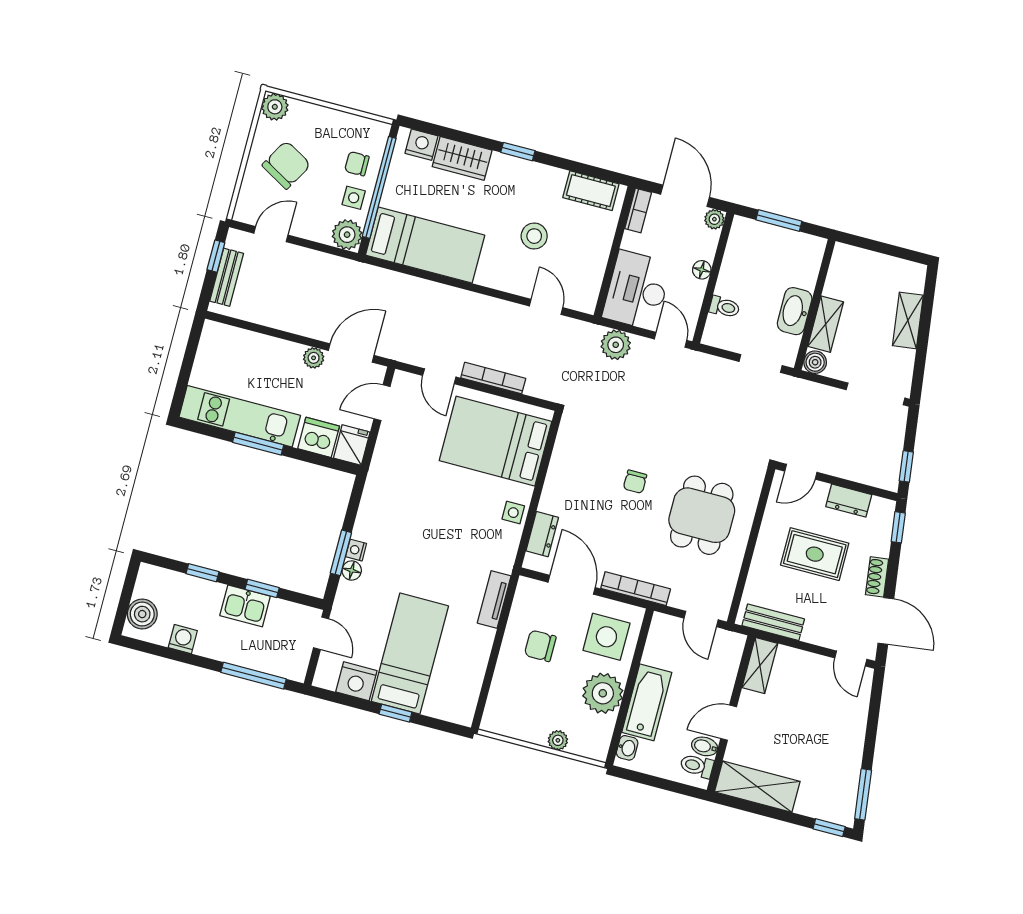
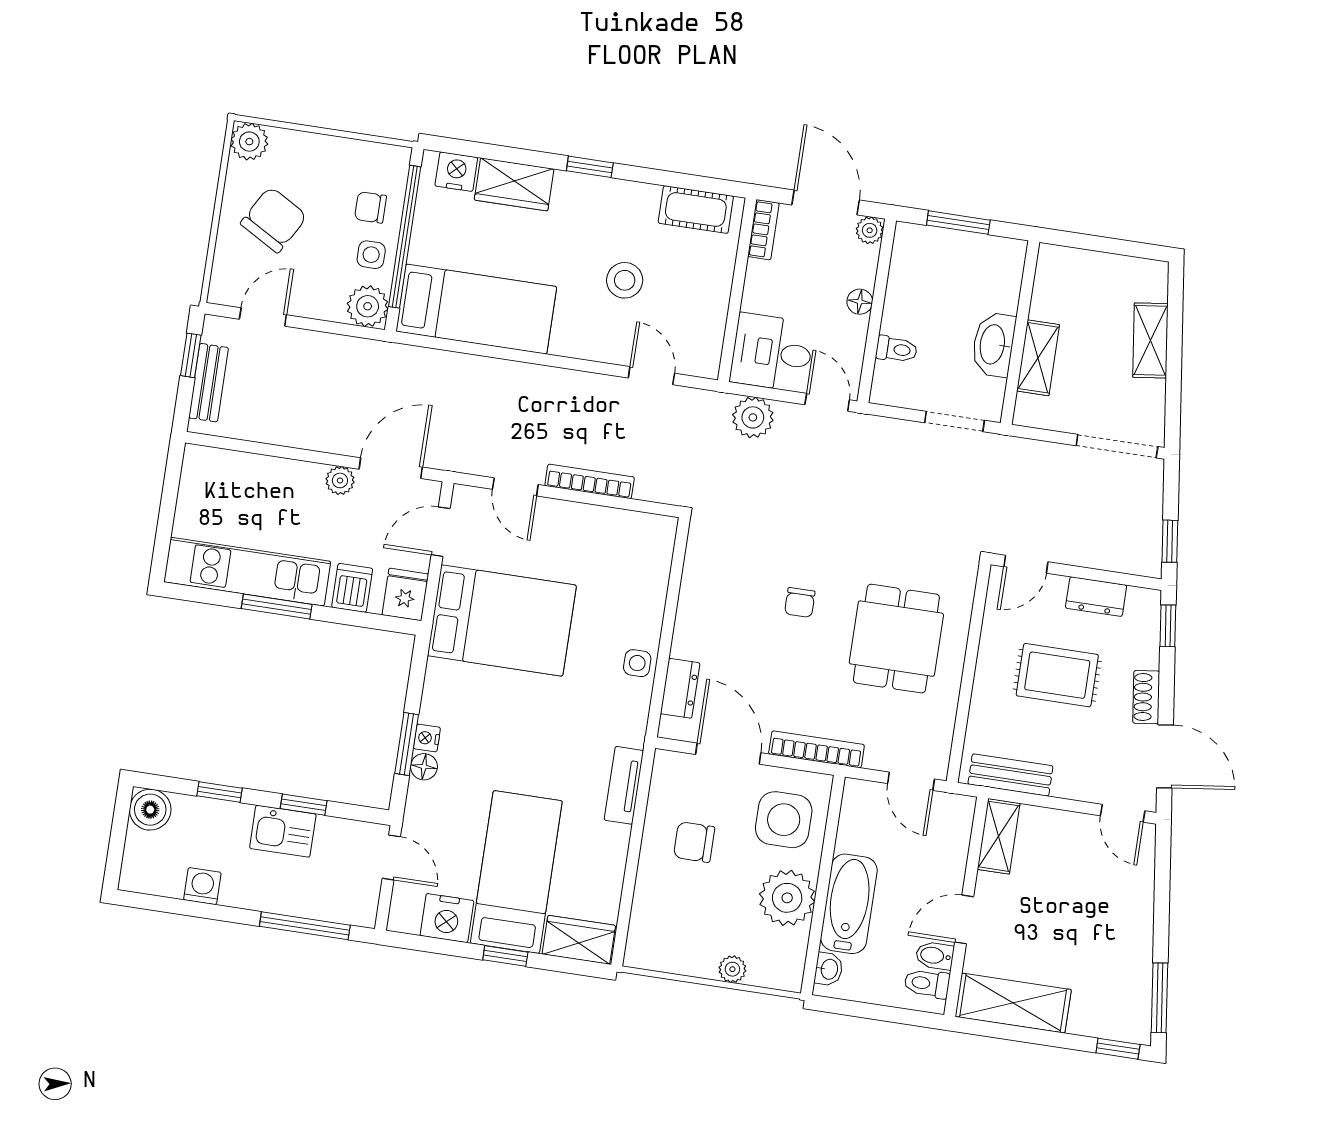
desk: (637, 290) -> (772, 352), width x0.73
boiler: (815, 362) -> (1029, 412), removed
dishwasher: (319, 437) -> (352, 588), width x0.73
bed: (495, 441) -> (502, 620), moved, turned 180
boiler: (142, 614) -> (150, 810), moved
wardrobe: (450, 707) -> (579, 940), added

